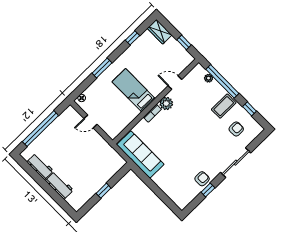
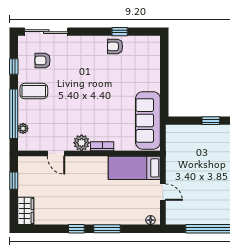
window: (133, 38) -> (76, 229), moved
bed: (134, 90) -> (134, 168), moved, turned 90
sliding door: (236, 163) -> (46, 32), moved

